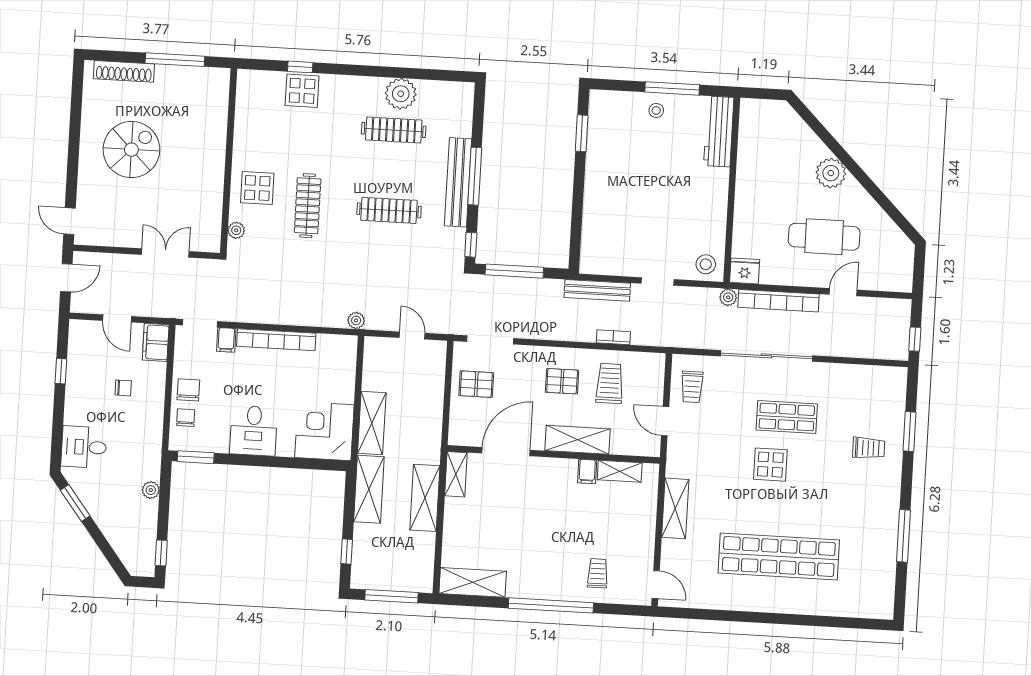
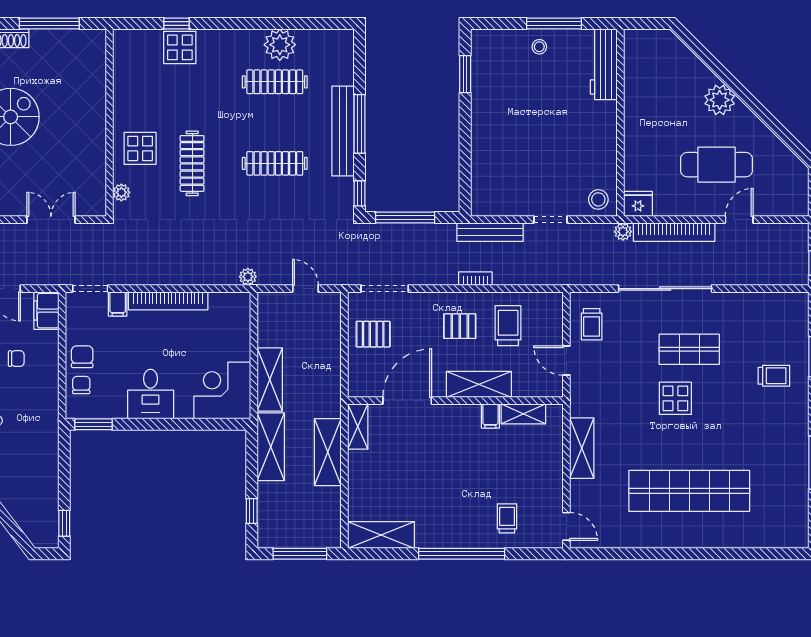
bookcase: (613, 337) -> (475, 279), moved
plant: (151, 490) -> (50, 460), removed

